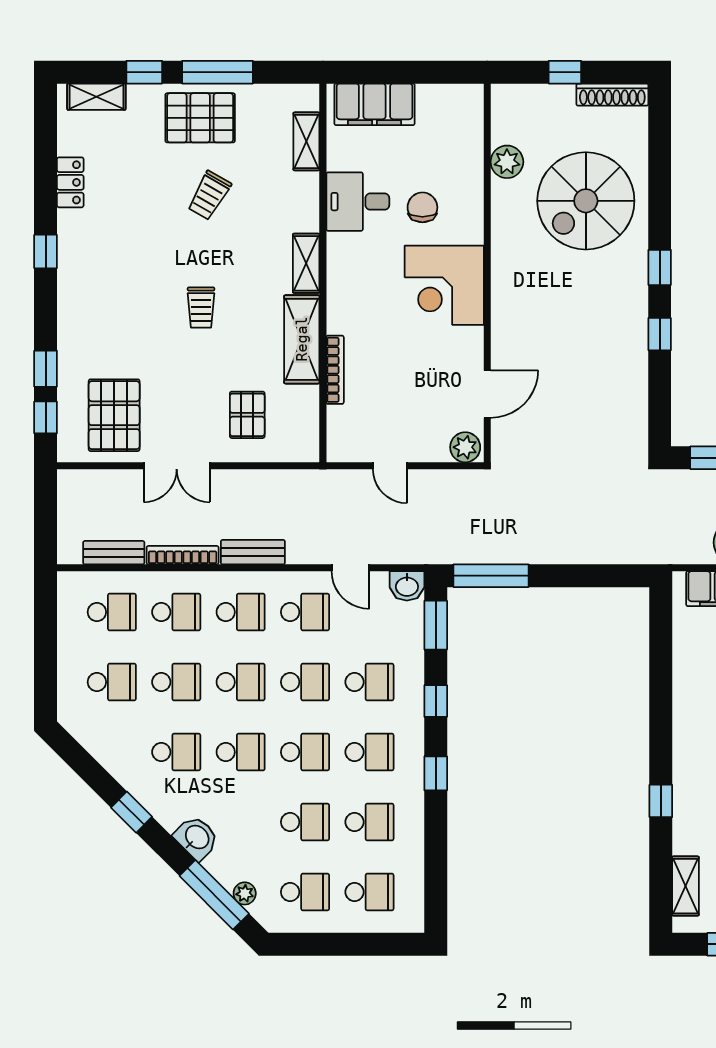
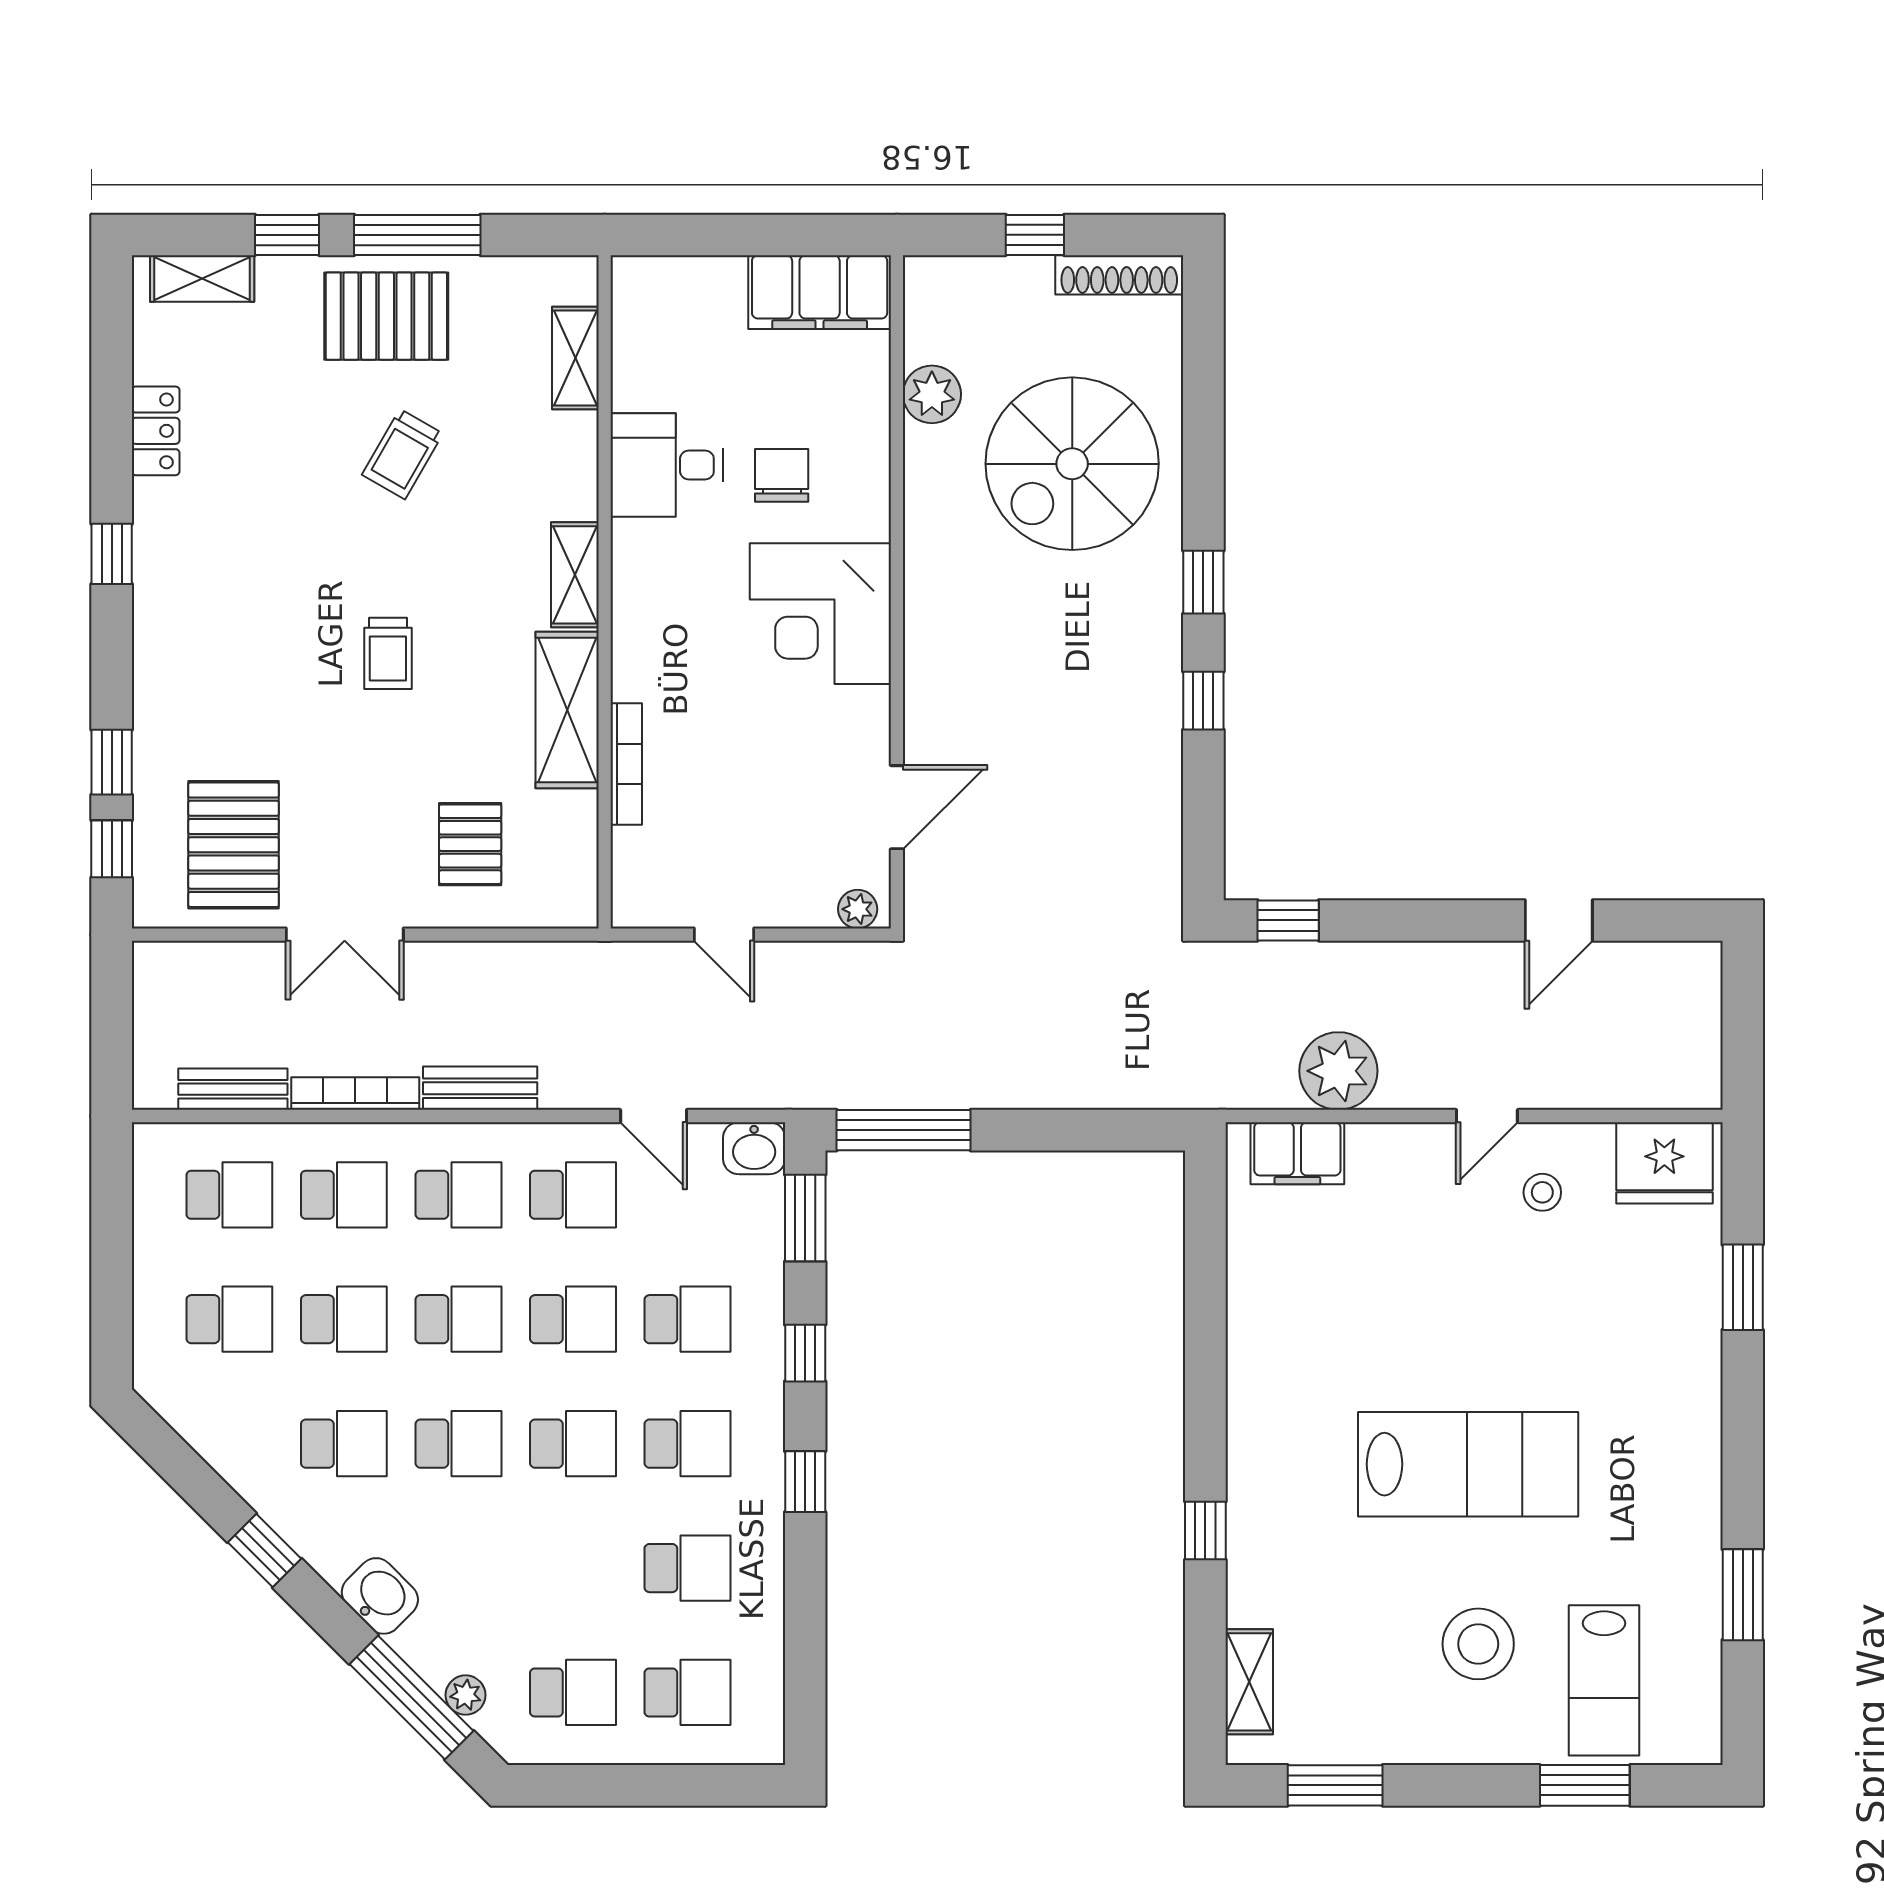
filing cabinet: (374, 104) -> (820, 292), moved
plant: (465, 447) -> (858, 909), width x0.73, depth x0.73
school desk: (305, 822) -> (573, 1568), removed

